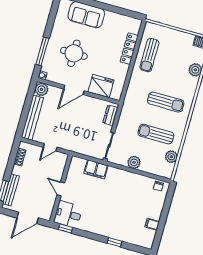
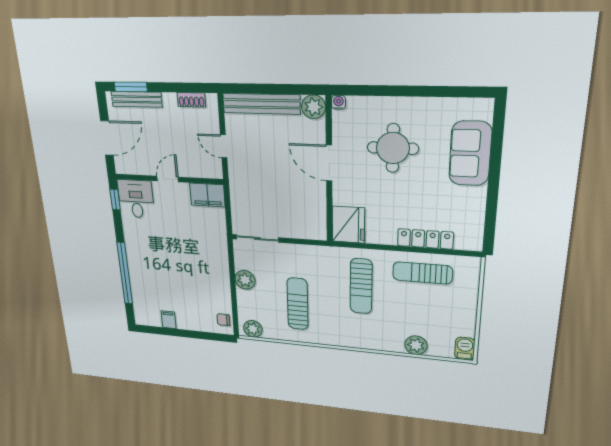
window: (42, 51) -> (382, 91), removed
fridge: (101, 86) -> (348, 225), moved
sun lounger: (166, 102) -> (361, 286), moved
dresser: (110, 115) -> (305, 231), removed
plant: (171, 157) -> (253, 329), moved
filing cabinet: (96, 169) -> (207, 195), moved, turned -90
door: (28, 218) -> (107, 138), swing flipped
window: (115, 242) -> (125, 273), width x3.17

